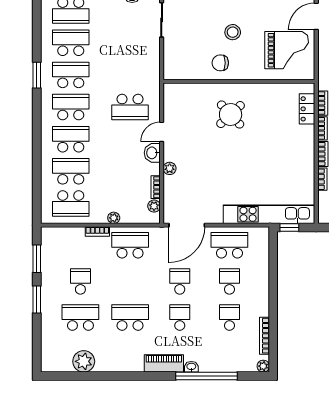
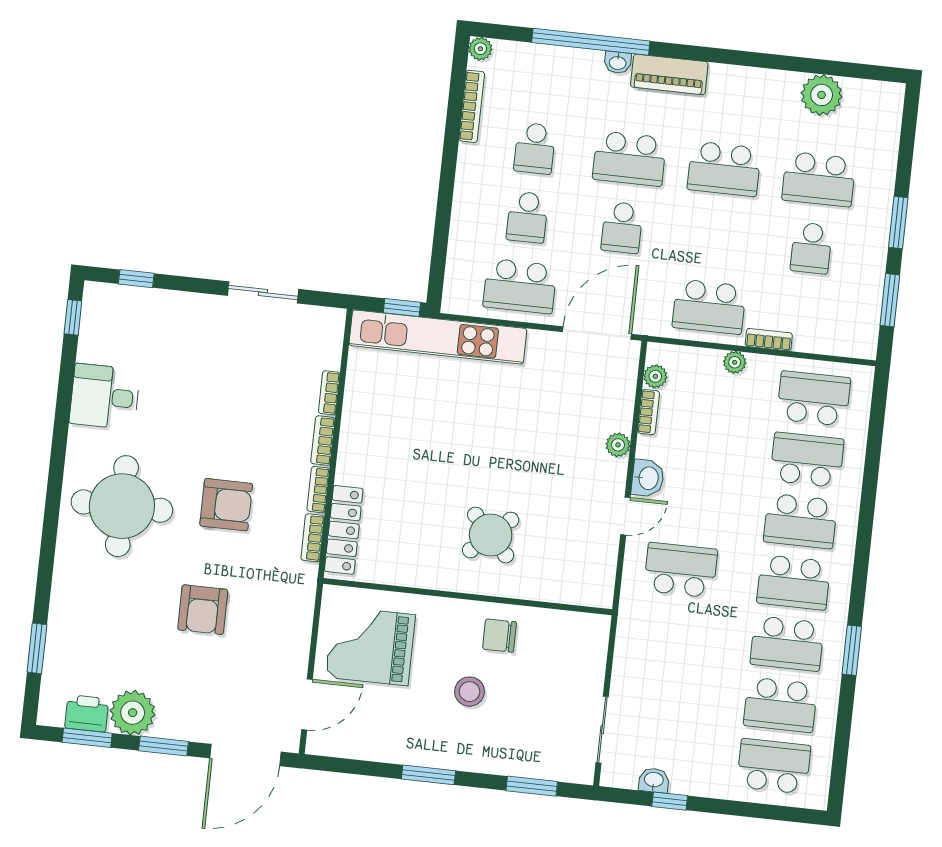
chair: (220, 63) -> (499, 636), turned 180
locker: (307, 109) -> (344, 530), width x1.53
school desk: (71, 171) -> (807, 460), turned 180
school desk: (180, 318) -> (629, 159), width x1.85

